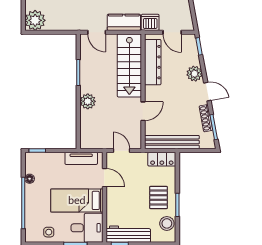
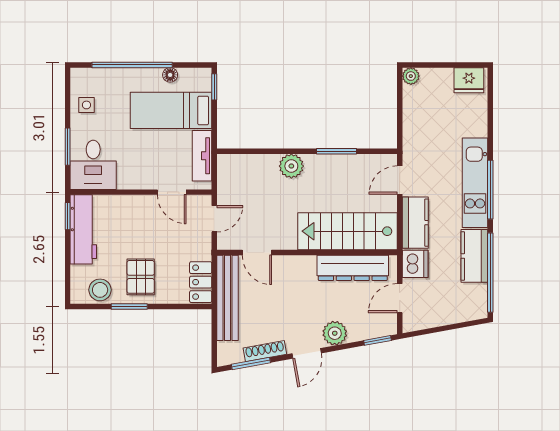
plant: (35, 20) -> (411, 76), width x0.53, depth x0.53
door: (143, 111) -> (257, 253), moved
door: (104, 178) -> (172, 192), hinge flipped
pallet: (159, 198) -> (141, 277), turned 90
bed: (77, 200) -> (171, 110), moved, turned -90

